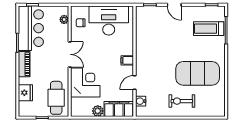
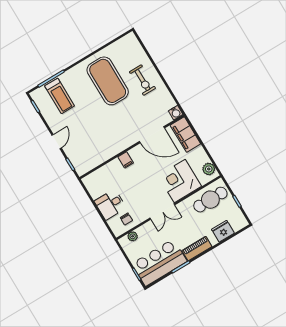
desk: (109, 20) -> (110, 205), width x0.53, depth x0.77
double door: (70, 54) -> (162, 211), swing flipped
filing cabinet: (127, 60) -> (126, 160), moved
door: (135, 82) -> (152, 135), width x1.88
water cooler: (141, 101) -> (176, 113), moved
plant: (98, 111) -> (209, 169), moved

